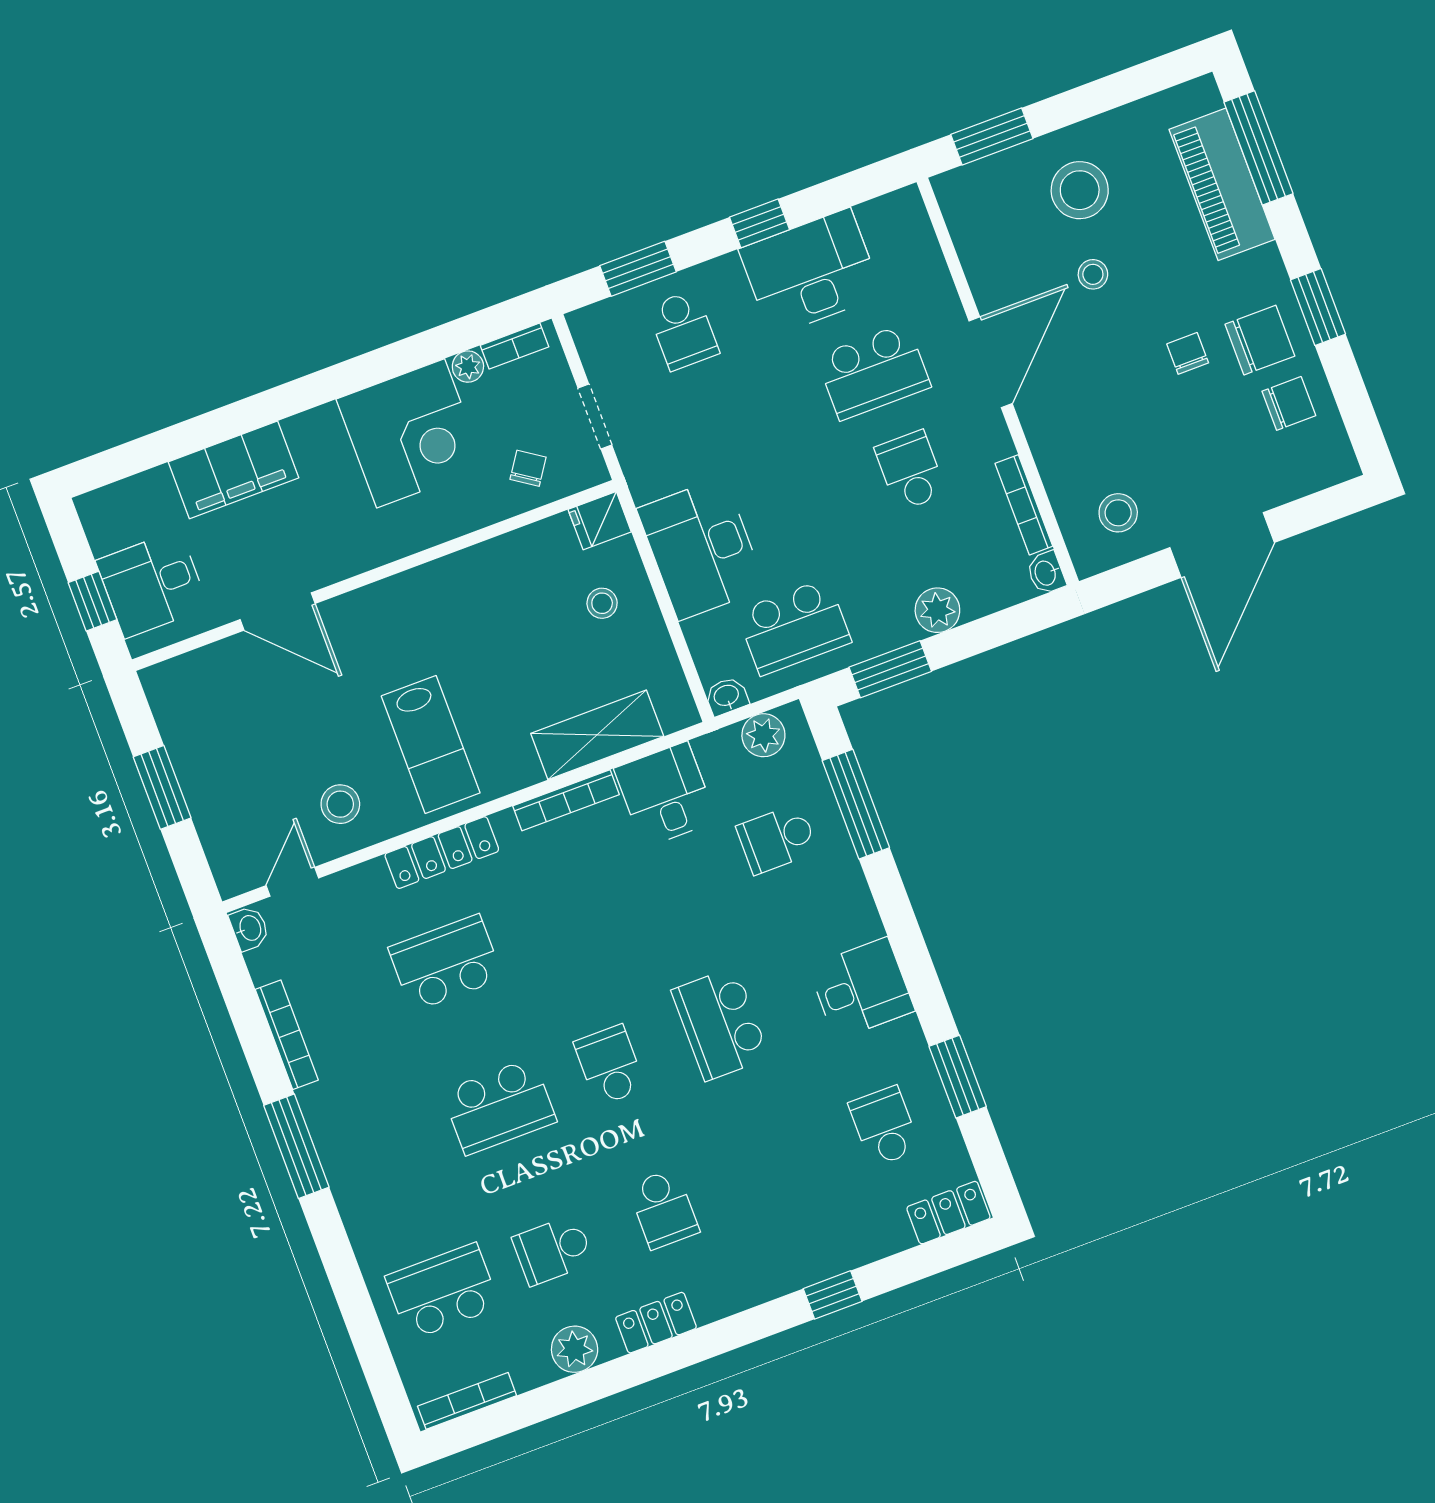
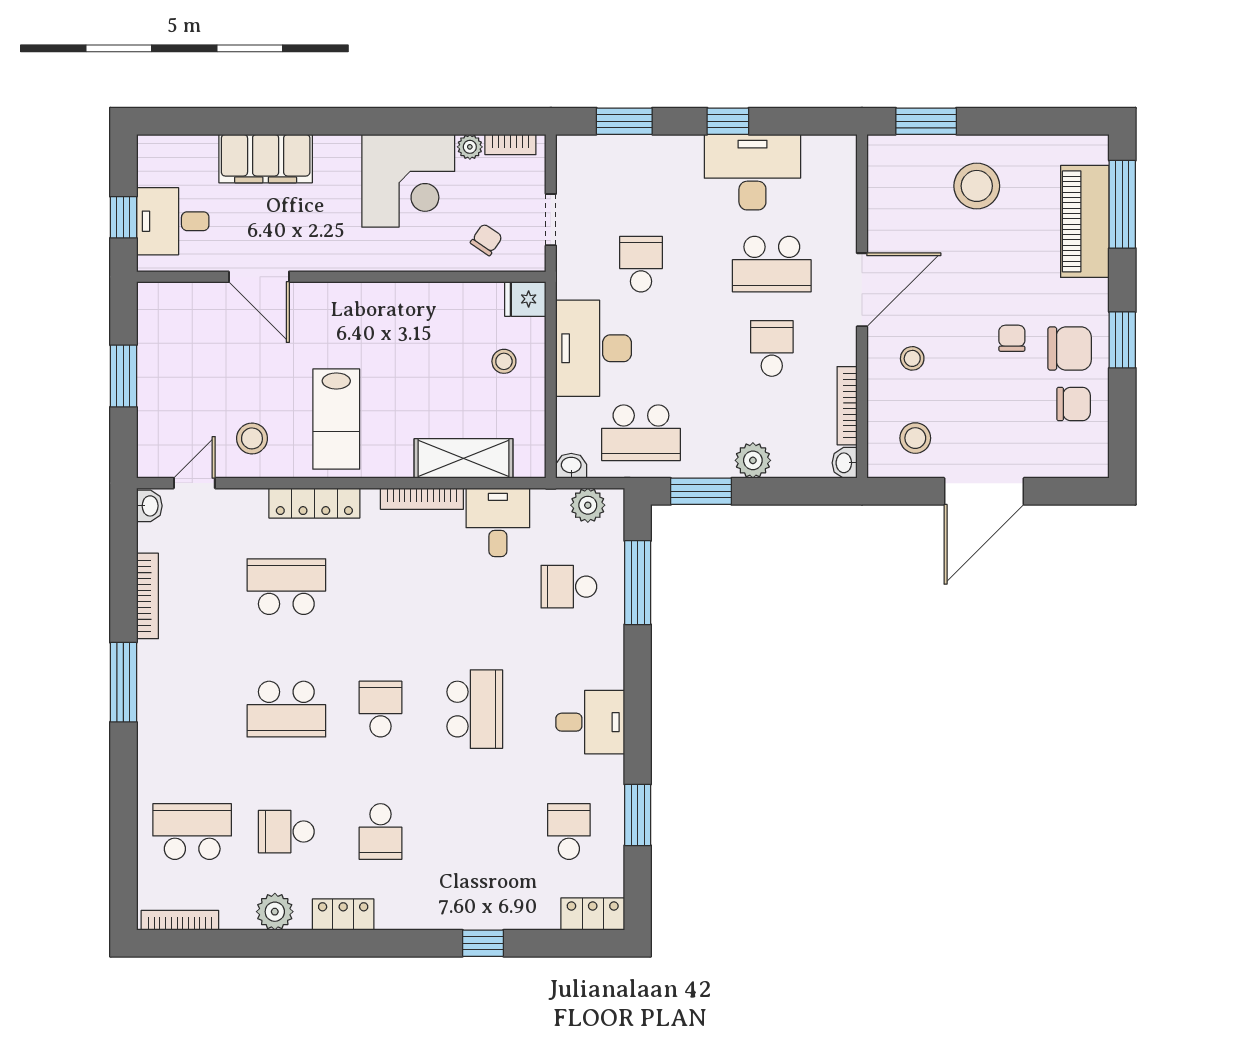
stool: (1093, 274) -> (912, 358), moved
school desk: (683, 330) -> (641, 264), moved, turned 180
school desk: (720, 1024) -> (475, 709), turned 180

